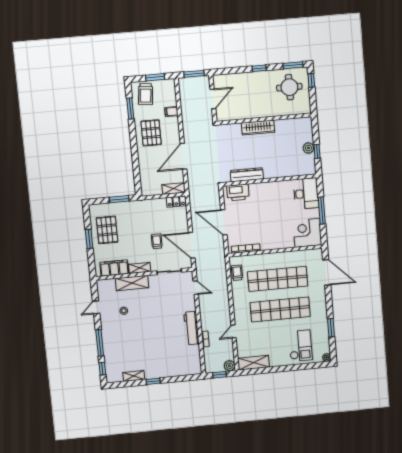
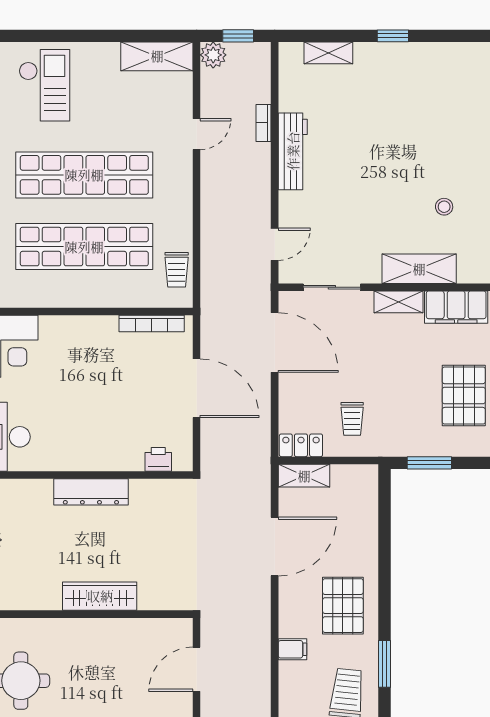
dresser: (247, 175) -> (91, 492), moved
printer: (238, 192) -> (158, 459), width x0.53, depth x0.68
trolley: (157, 241) -> (352, 419), moved
door: (196, 288) -> (275, 244), swing flipped
checkout: (300, 346) -> (44, 85), turned 180
shelving: (134, 376) -> (328, 53), moved

